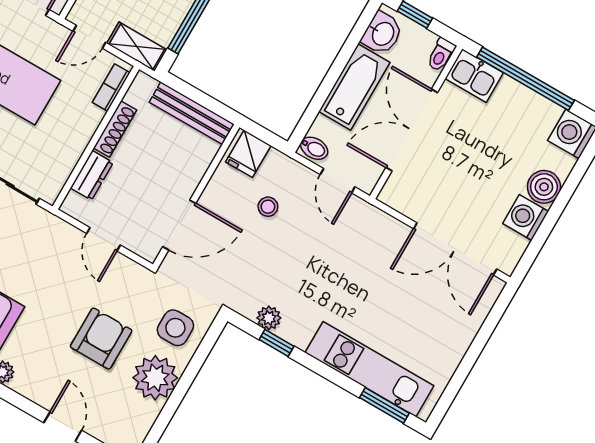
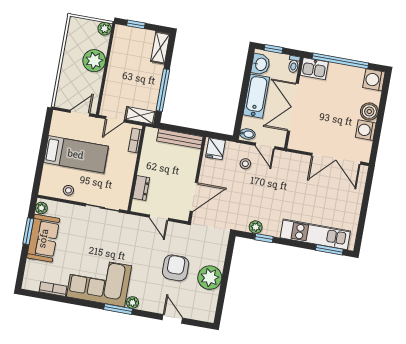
shoe rack: (115, 129) -> (144, 161), removed
stool: (268, 207) -> (245, 164), moved
side table: (175, 328) -> (211, 249), removed

